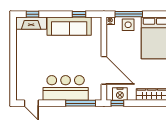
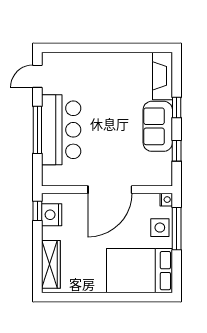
window: (33, 14) -> (177, 107), moved
sofa: (69, 26) -> (158, 126), width x0.73
door: (104, 70) -> (110, 190), moved
window: (81, 103) -> (37, 130), moved

